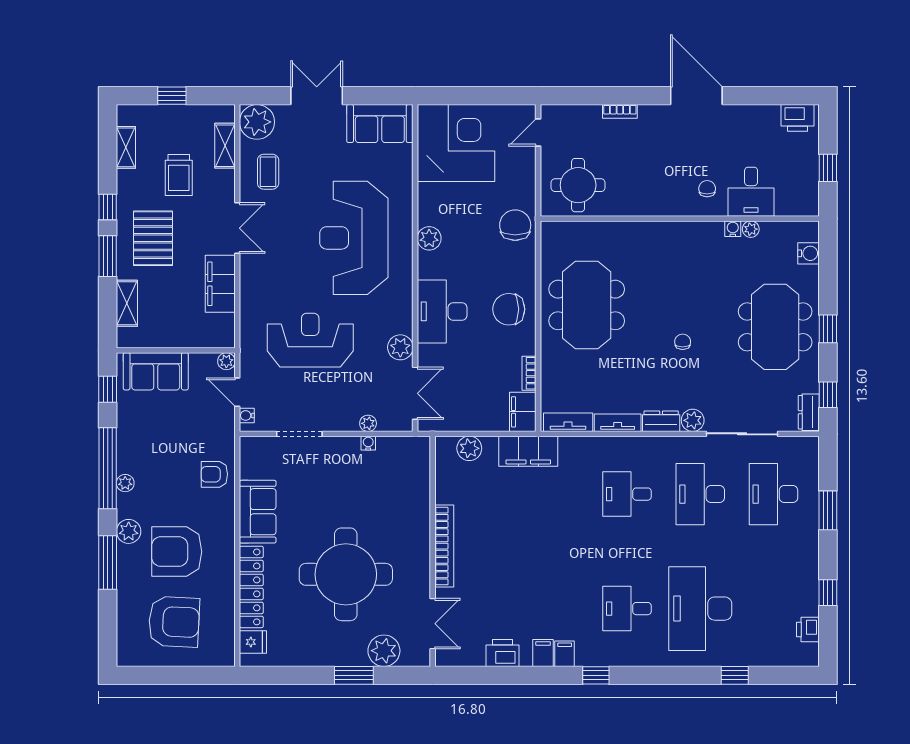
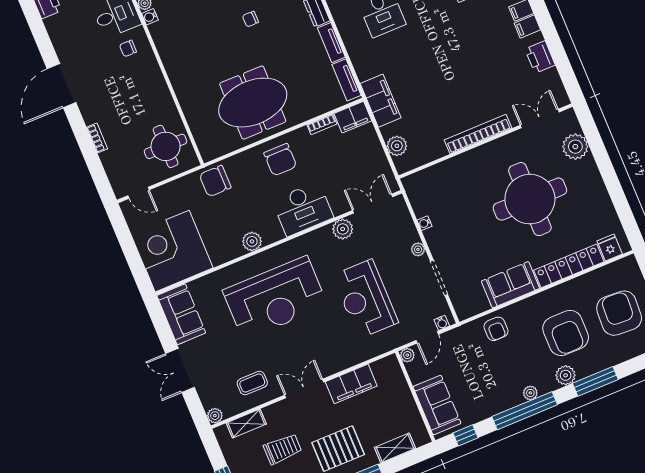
plant: (257, 122) -> (215, 416), width x0.53, depth x0.53
plant: (368, 423) -> (418, 249), moved
window: (354, 675) -> (603, 161), removed

